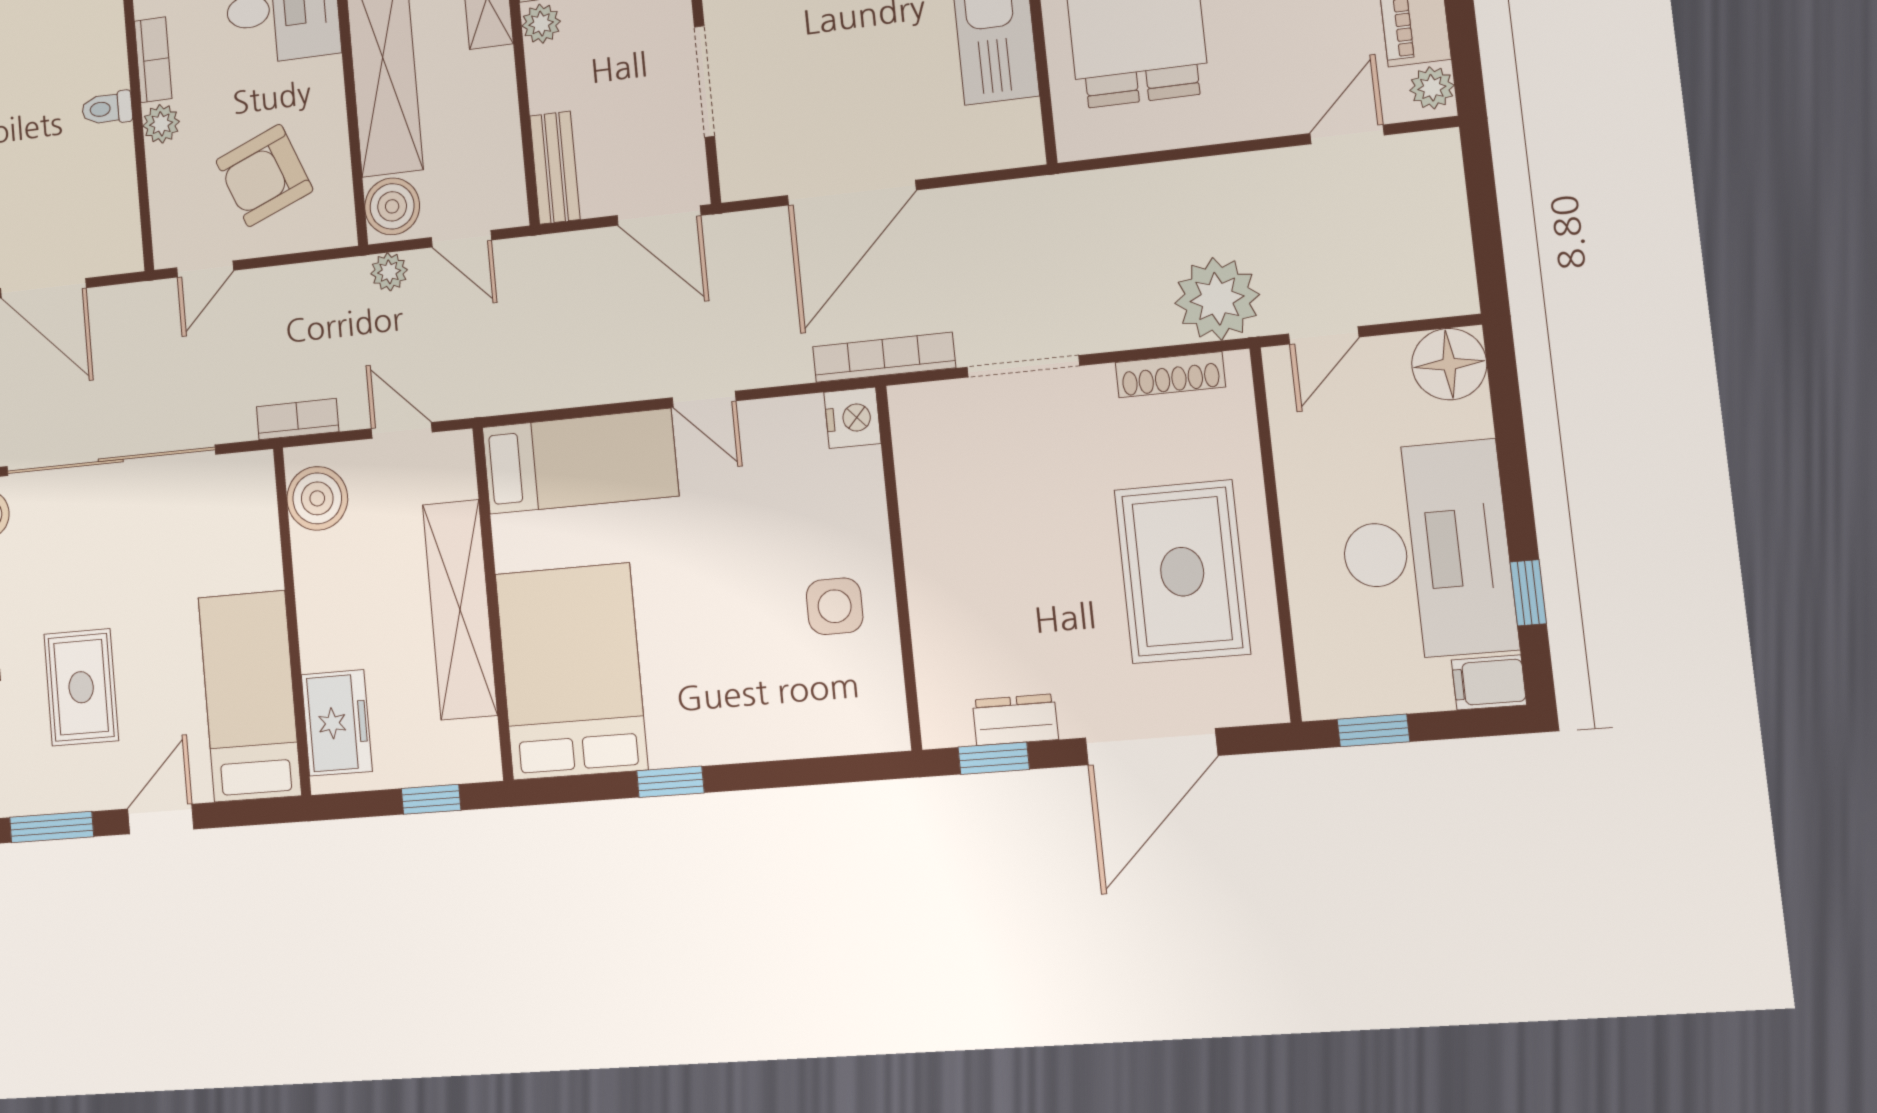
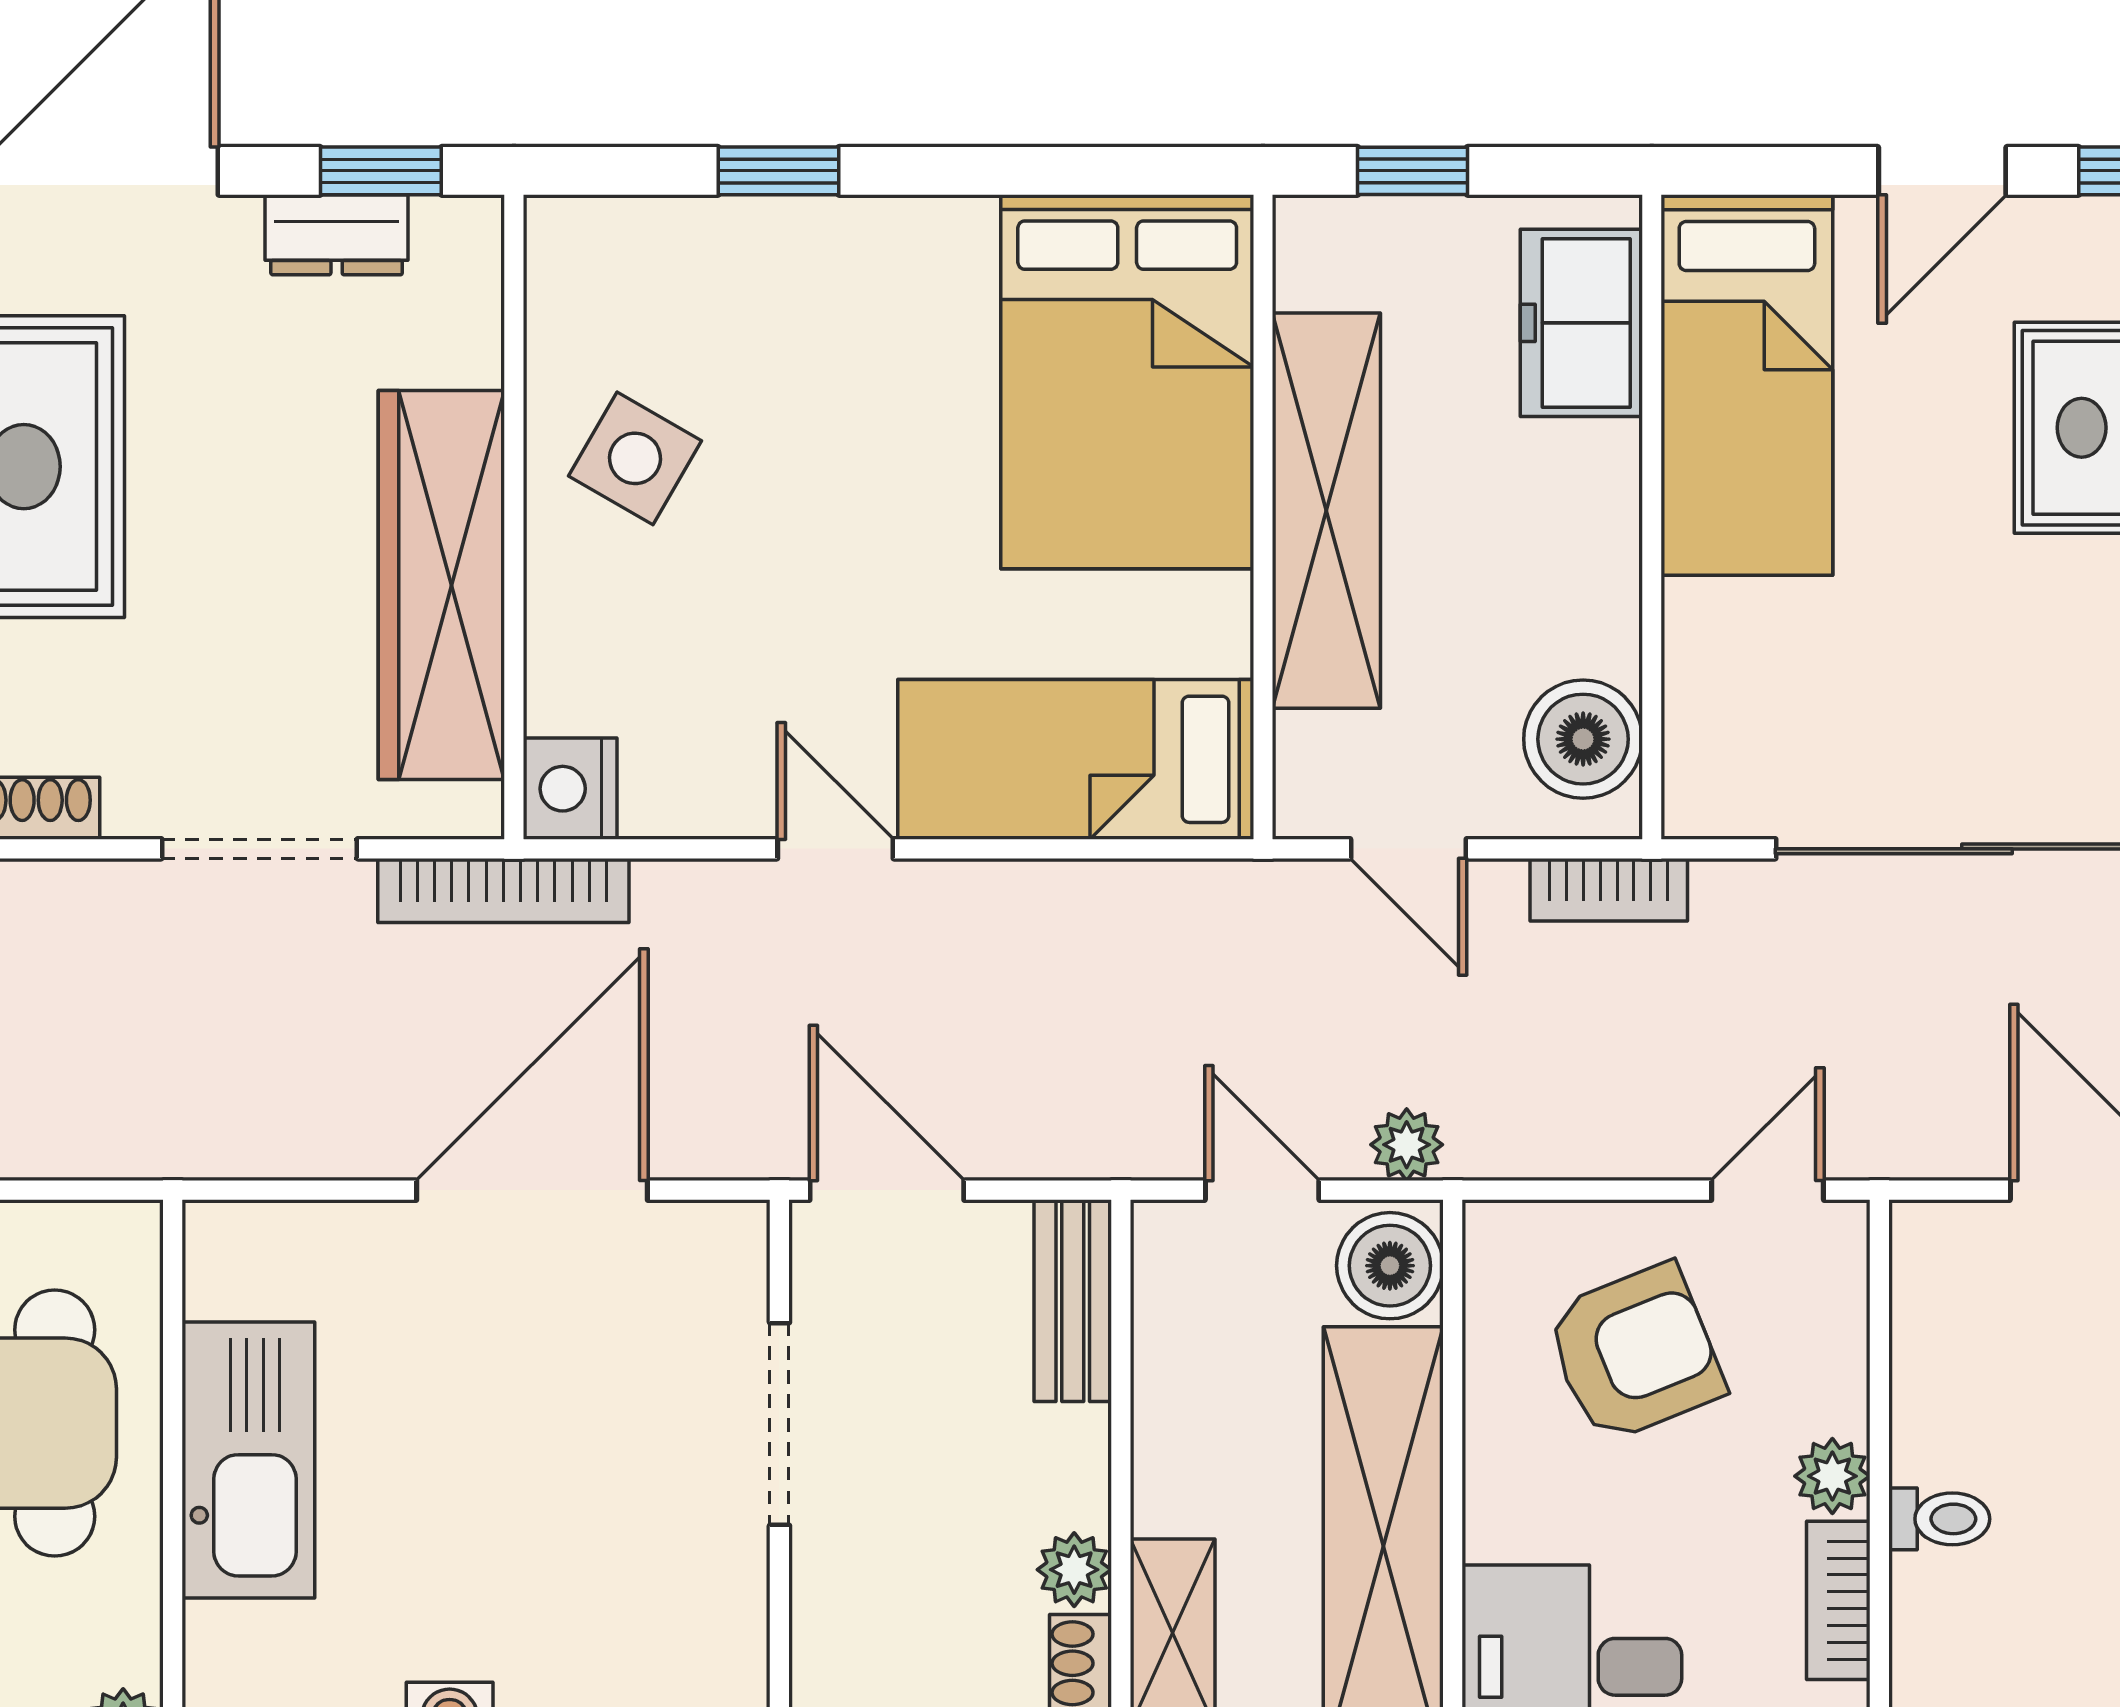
wardrobe: (936, 525) -> (441, 585), added
side table: (835, 606) -> (635, 458), turned 30
window: (670, 782) -> (779, 171), moved

